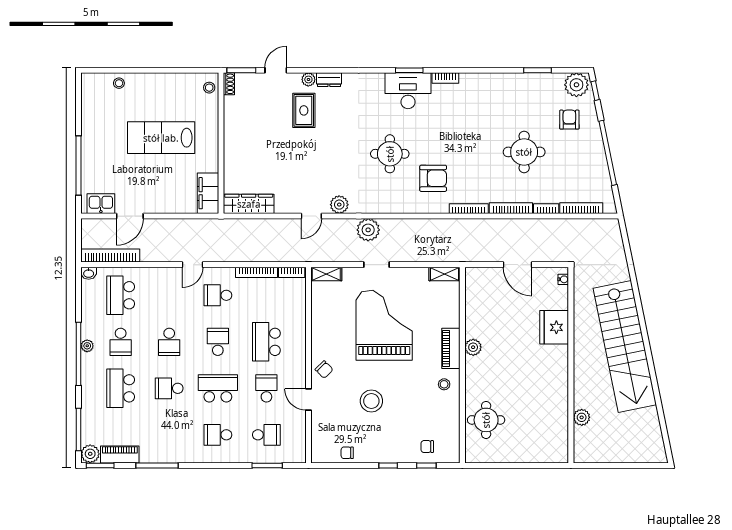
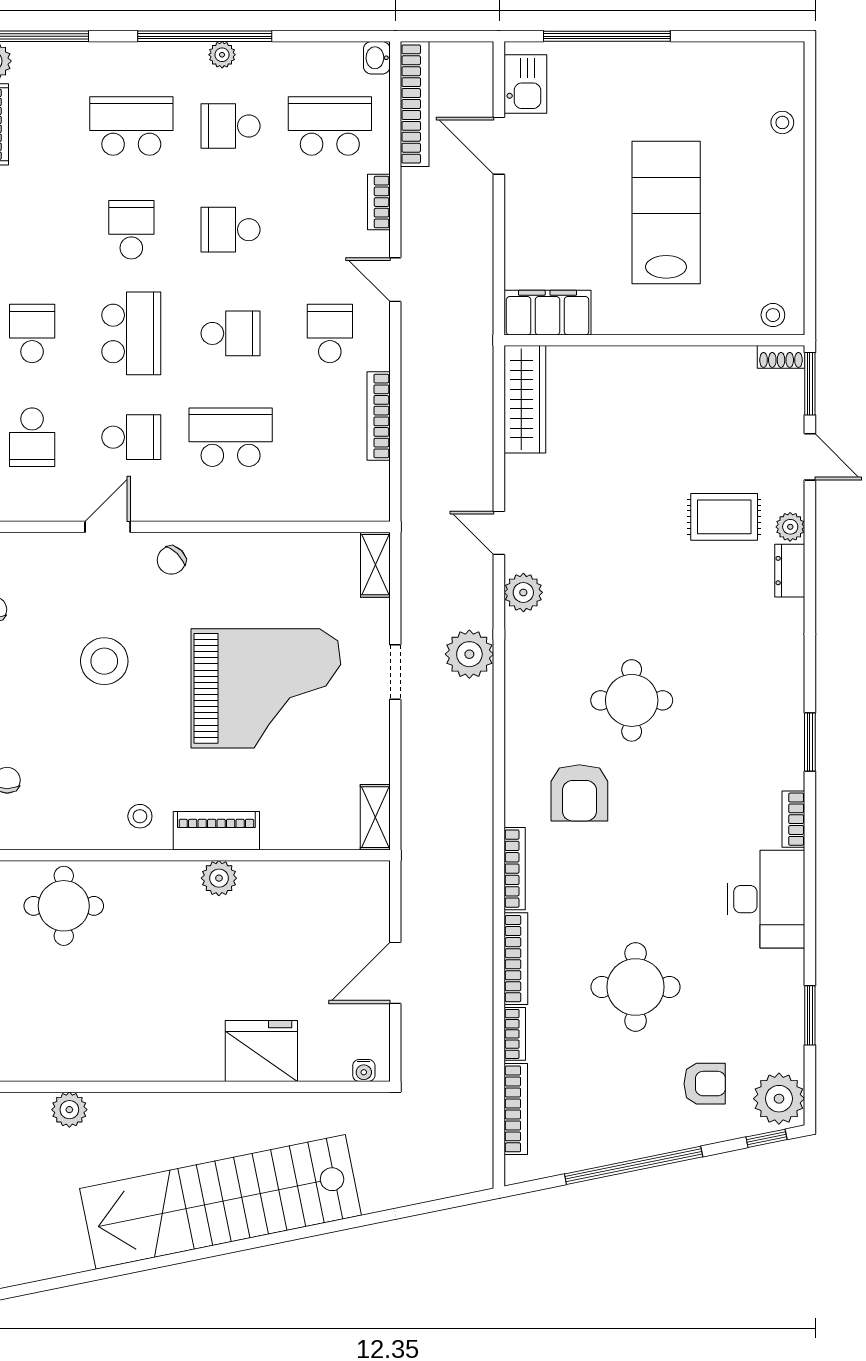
desk: (408, 91) -> (766, 899), moved
bookcase: (292, 272) -> (379, 202), moved

